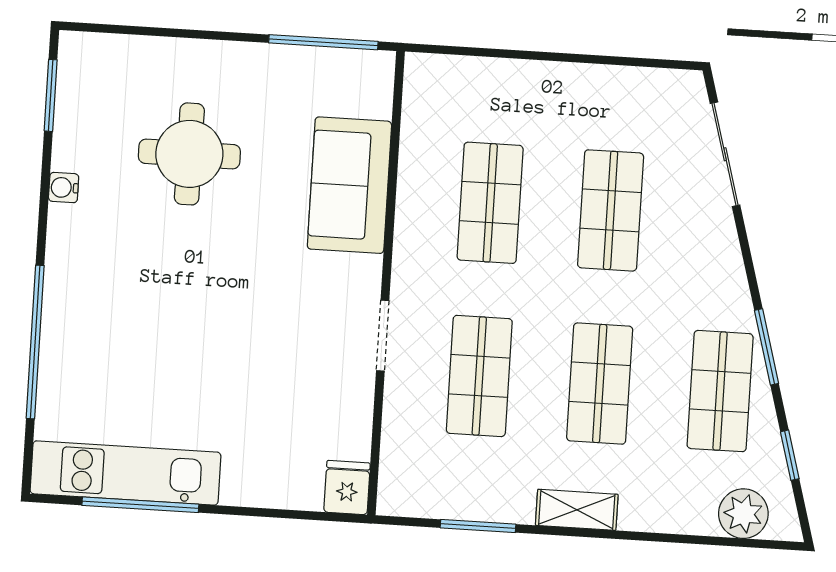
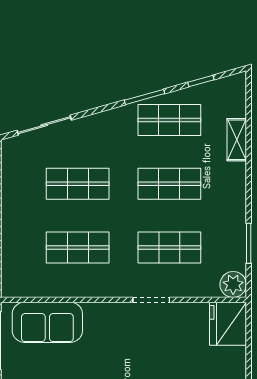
sofa: (349, 185) -> (47, 322), moved
fridge: (347, 488) -> (228, 324), width x1.88, depth x1.34
shelving: (577, 510) -> (237, 140), moved
plant: (743, 514) -> (233, 284), moved

